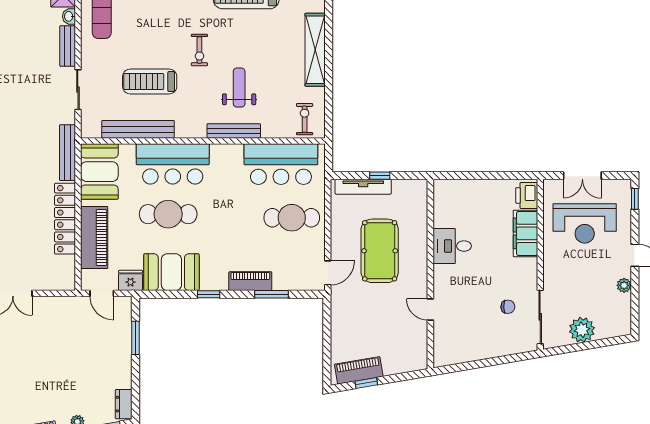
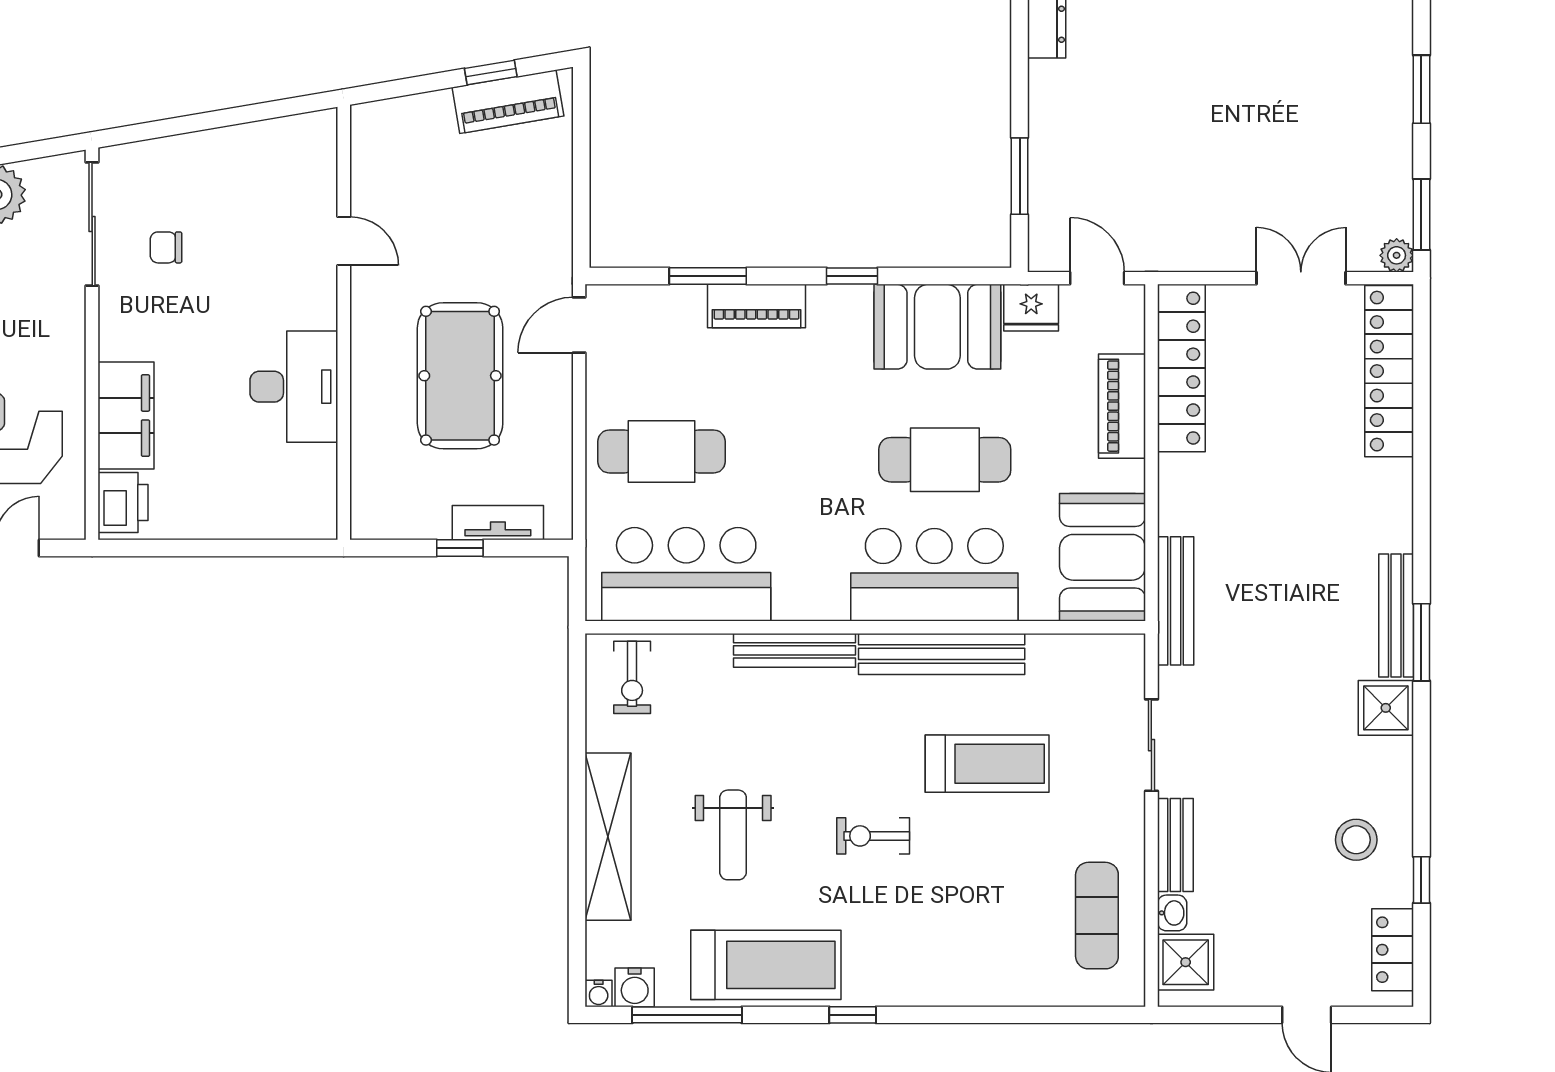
exercise bike: (199, 50) -> (873, 836), turned -90
weight bench: (239, 88) -> (733, 835), moved
bench: (138, 129) -> (942, 654), moved
tv unit: (363, 187) -> (498, 523), width x0.71
locker: (65, 219) -> (1181, 368), moved
piano: (94, 238) -> (1122, 406), width x0.73, depth x0.75
desk: (452, 246) -> (294, 387), width x1.37

